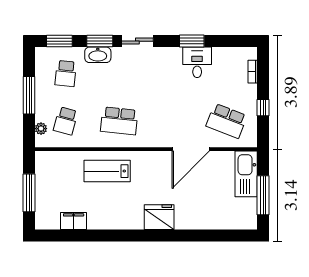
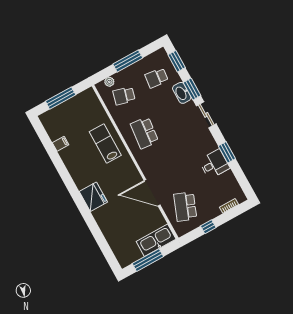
filing cabinet: (74, 221) -> (61, 144), width x0.50

